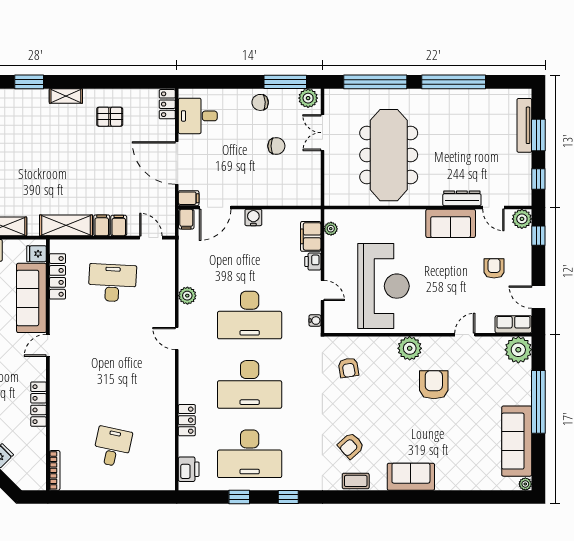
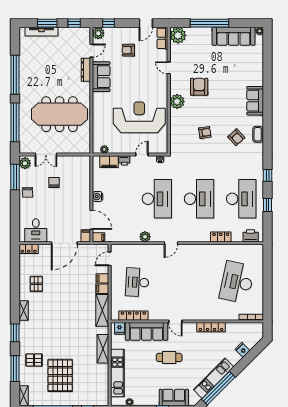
armchair: (348, 368) -> (205, 133), moved
armchair: (434, 385) -> (199, 87), turned 90
desk: (112, 447) -> (237, 282), width x1.87, depth x1.30

